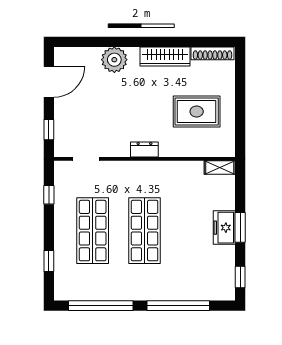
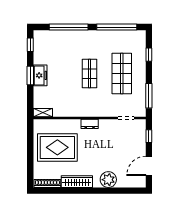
rug: (197, 112) -> (57, 147), width x1.37, depth x1.44
window: (49, 195) -> (149, 96), width x2.17
shop shelf: (145, 231) -> (90, 74), width x0.70, depth x0.74

